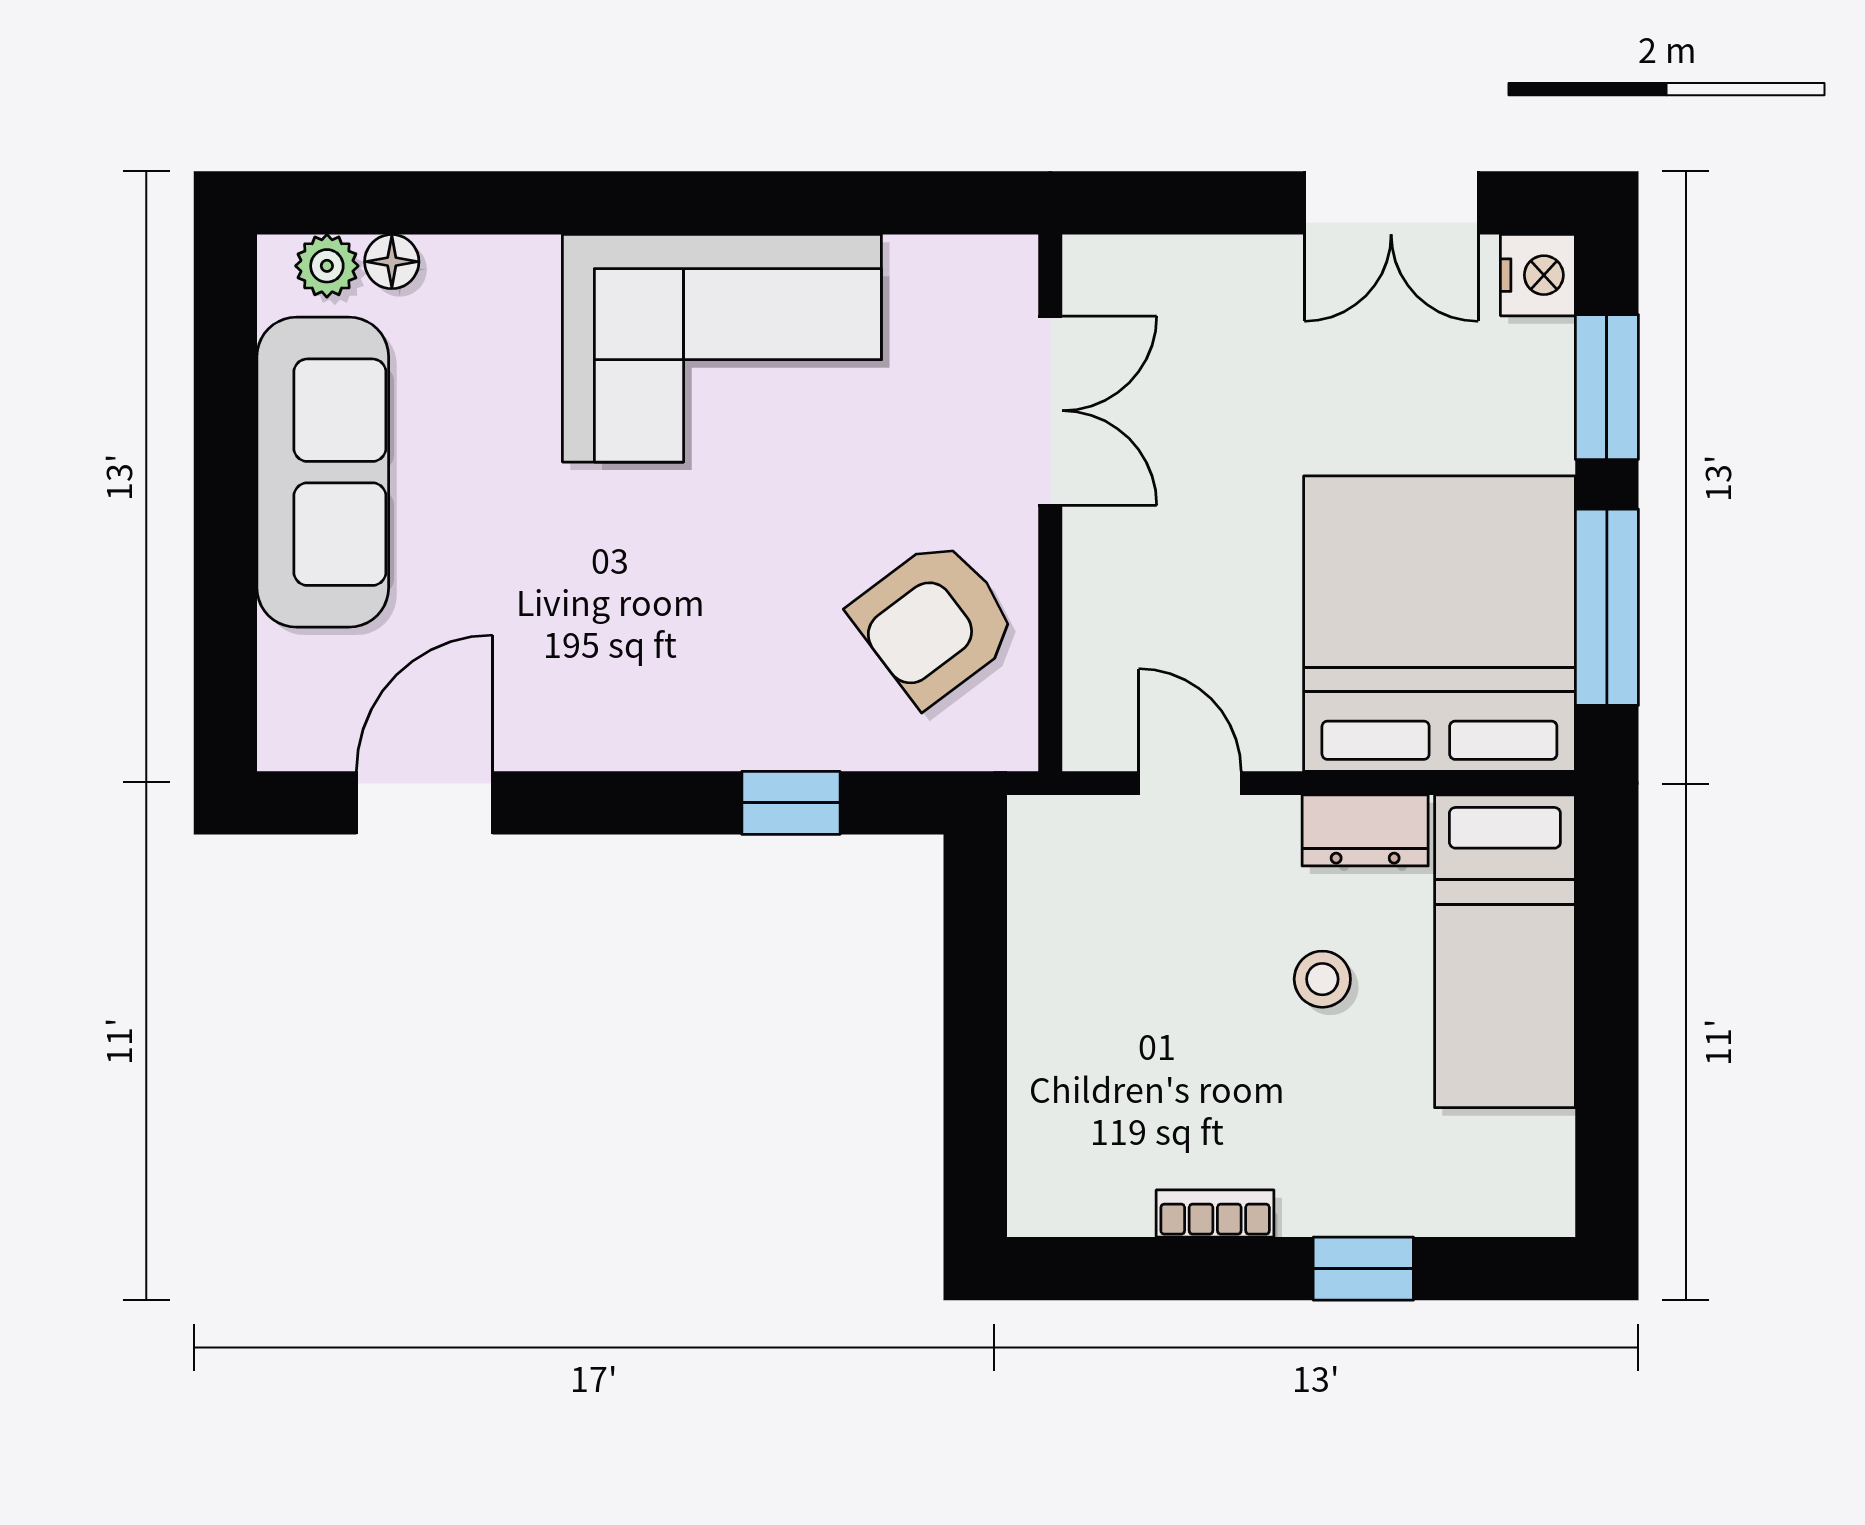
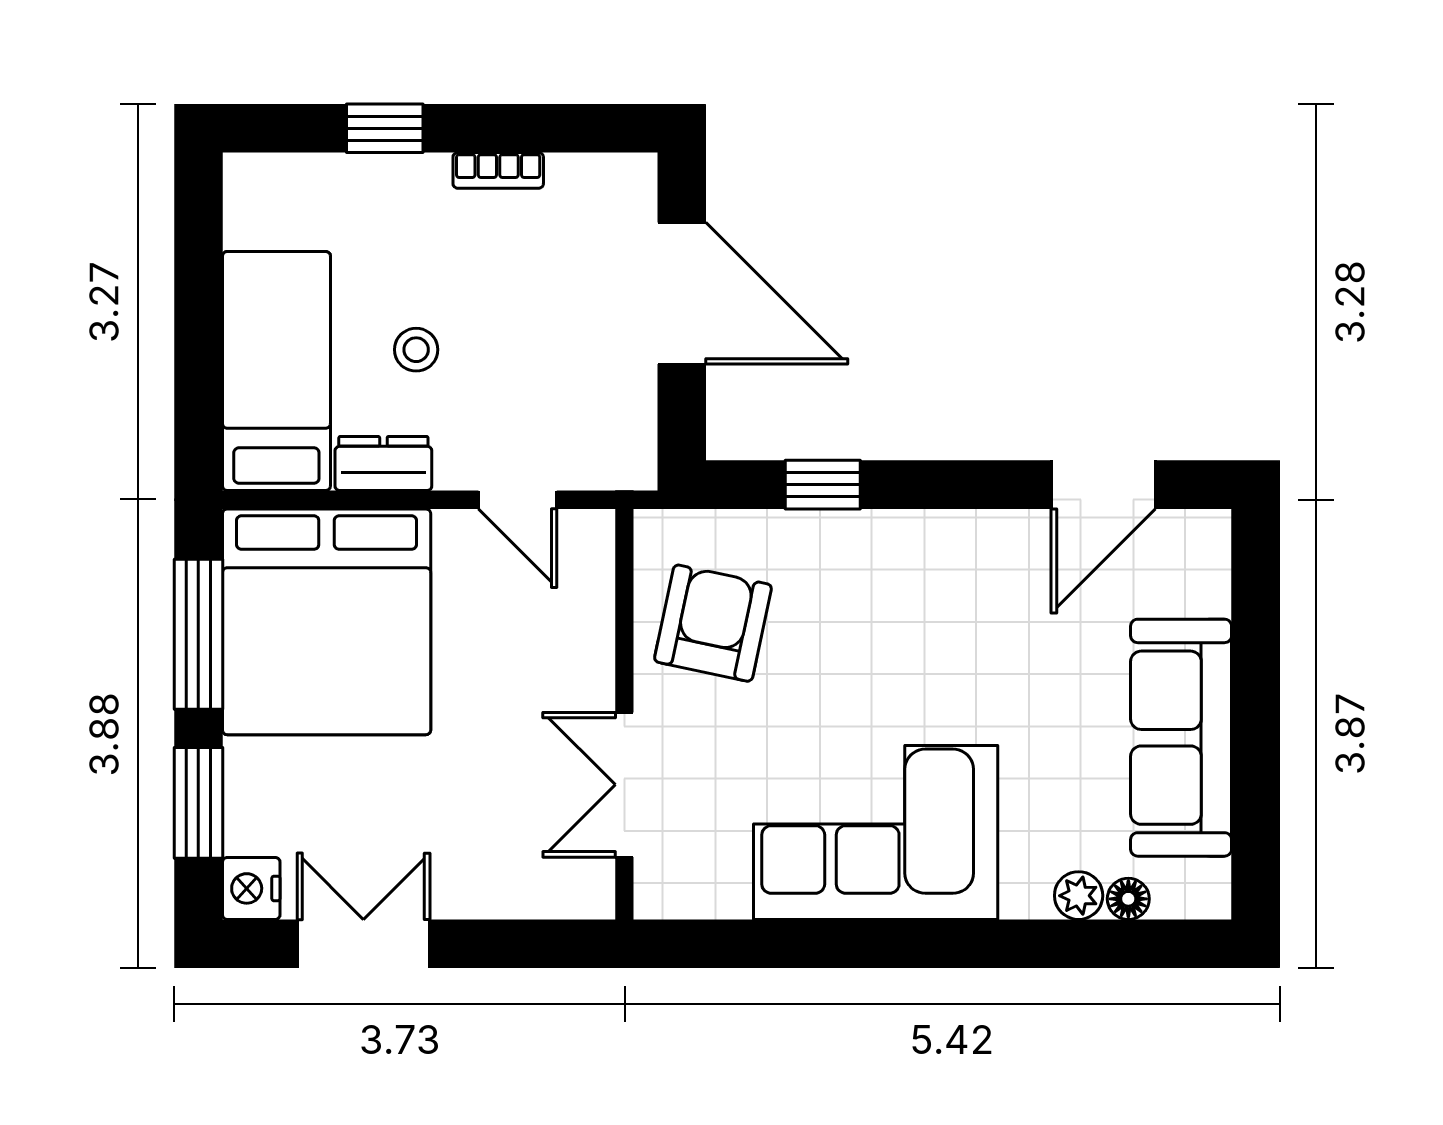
plant: (327, 266) -> (1079, 896), moved
armchair: (934, 622) -> (713, 623), turned -41
door: (975, 1053) -> (682, 293), added

